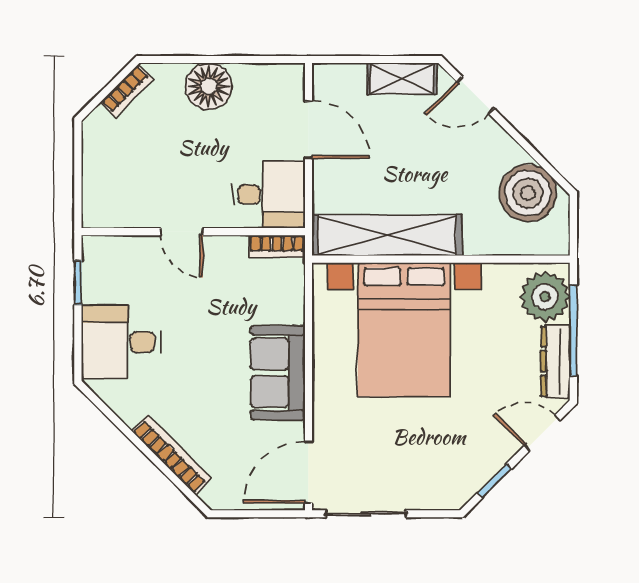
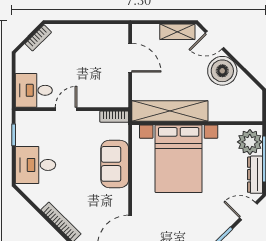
floor lamp: (209, 86) -> (80, 36), removed
boiler: (528, 193) -> (222, 71), moved
desk: (269, 194) -> (34, 90), moved, turned 180
door: (182, 232) -> (66, 109), swing flipped
sofa: (278, 373) -> (115, 164), moved

